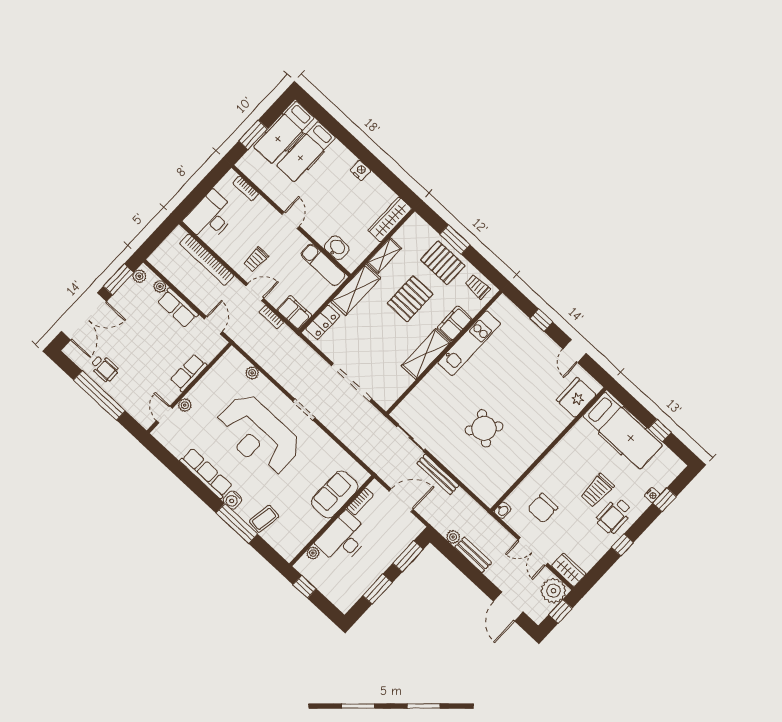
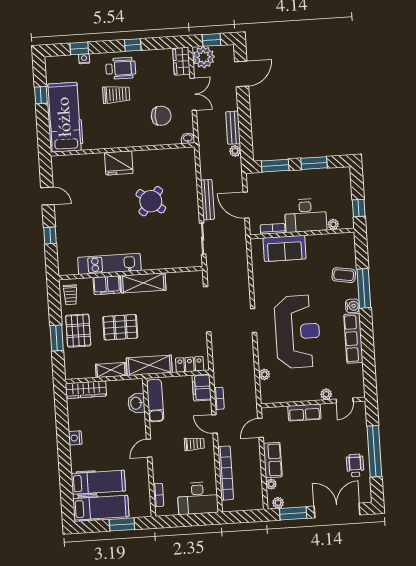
door: (575, 351) -> (47, 196), hinge flipped
fridge: (576, 397) -> (119, 163), moved

